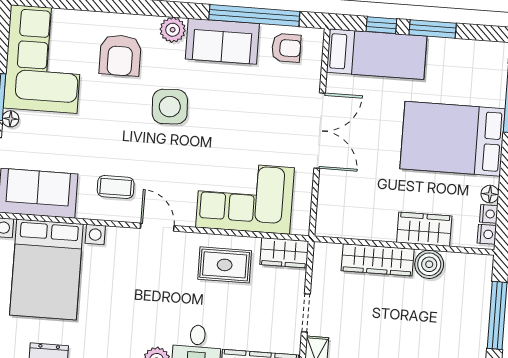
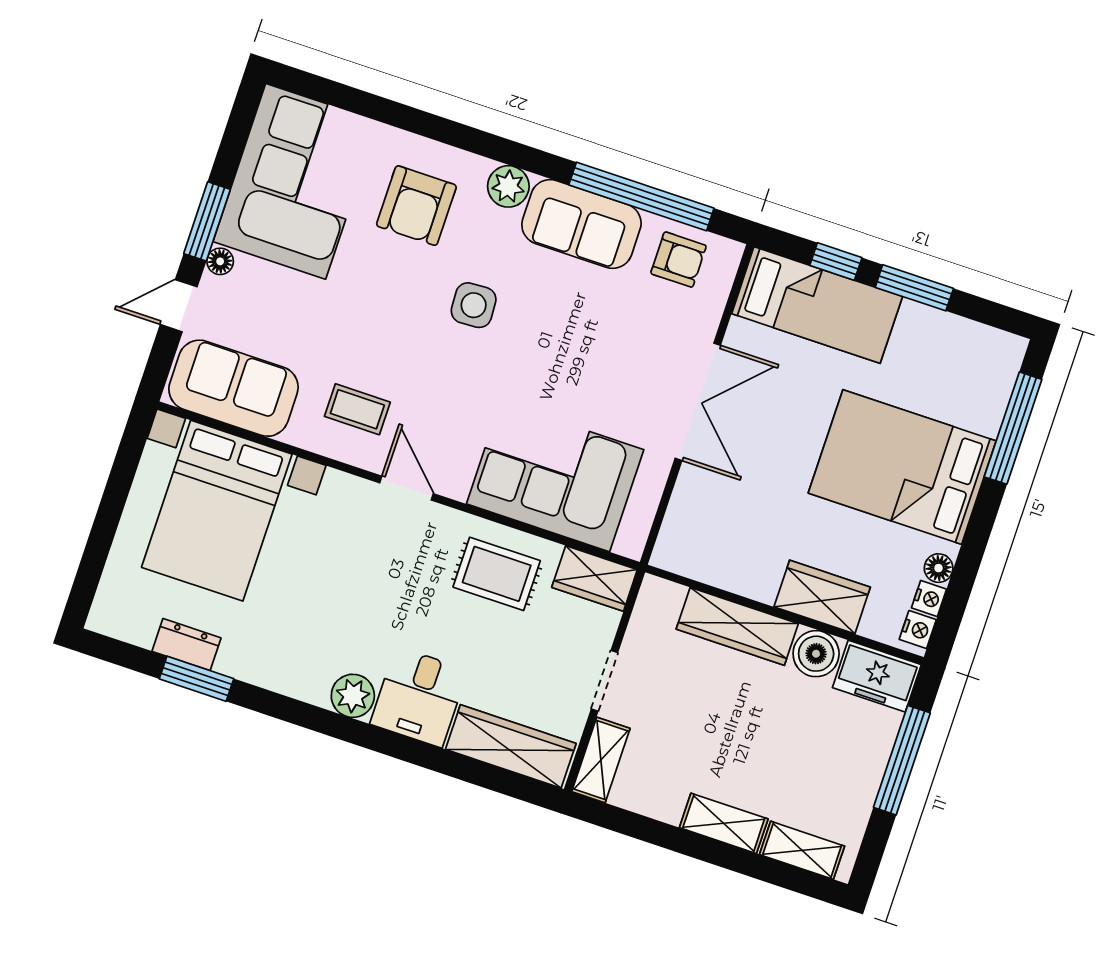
side table: (170, 107) -> (474, 305), width x0.73, depth x0.73
freezer: (469, 269) -> (877, 676), added

